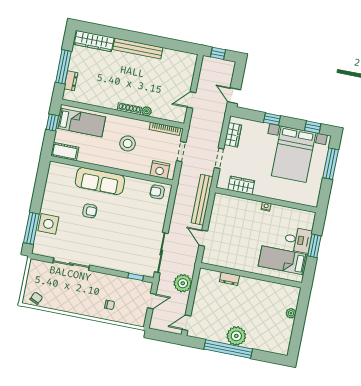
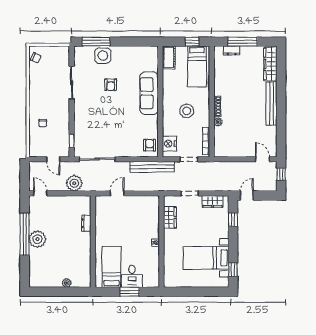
door: (191, 100) -> (262, 159), moved
window: (272, 119) -> (233, 220), moved
bed with nightstands: (294, 154) -> (206, 258), width x0.73
window: (331, 164) -> (204, 292), removed
bench: (202, 200) -> (152, 167), moved
armchair: (90, 211) -> (111, 85), moved

